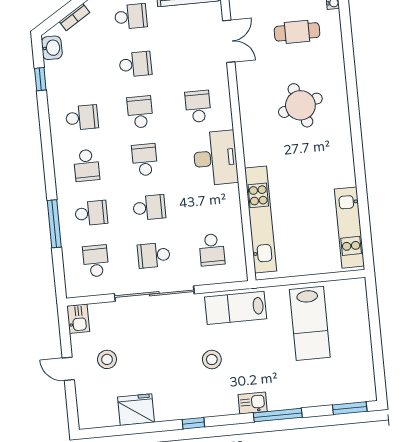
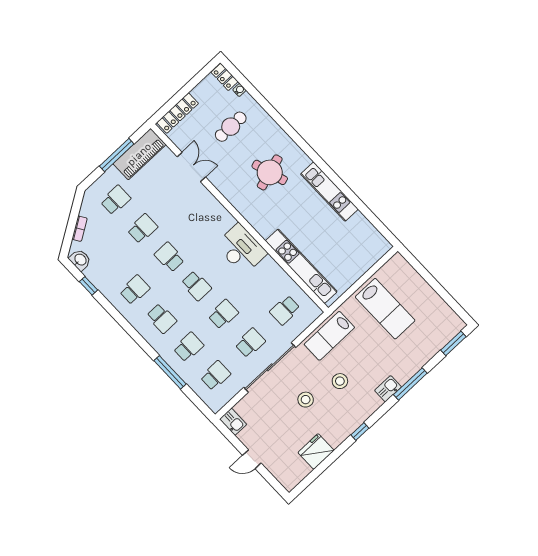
school desk: (198, 106) -> (204, 224), removed
school desk: (145, 160) -> (196, 286), turned 180
kitchen unit: (349, 228) -> (329, 192), moved
school desk: (212, 250) -> (285, 310), turned 90
school desk: (154, 255) -> (250, 343), turned 180
school desk: (96, 261) -> (215, 376), turned 90
stool: (107, 359) -> (306, 400), moved

